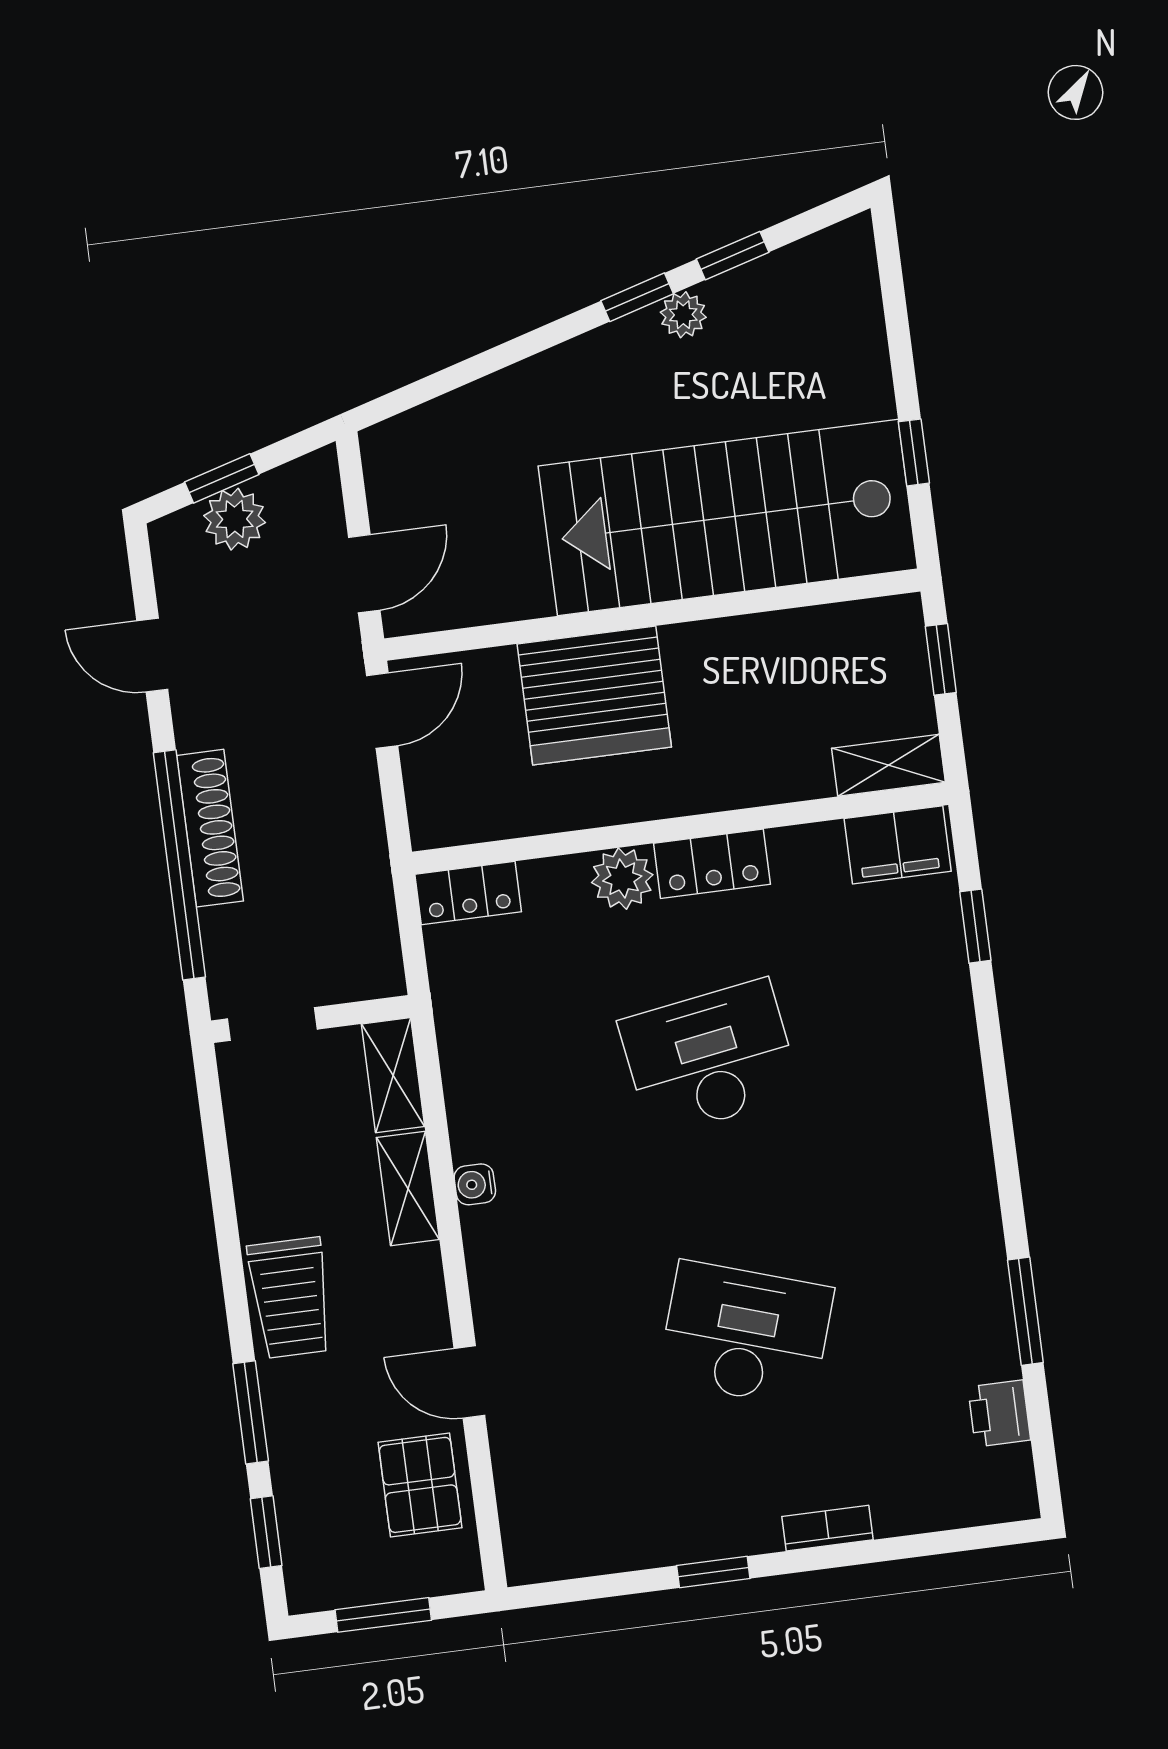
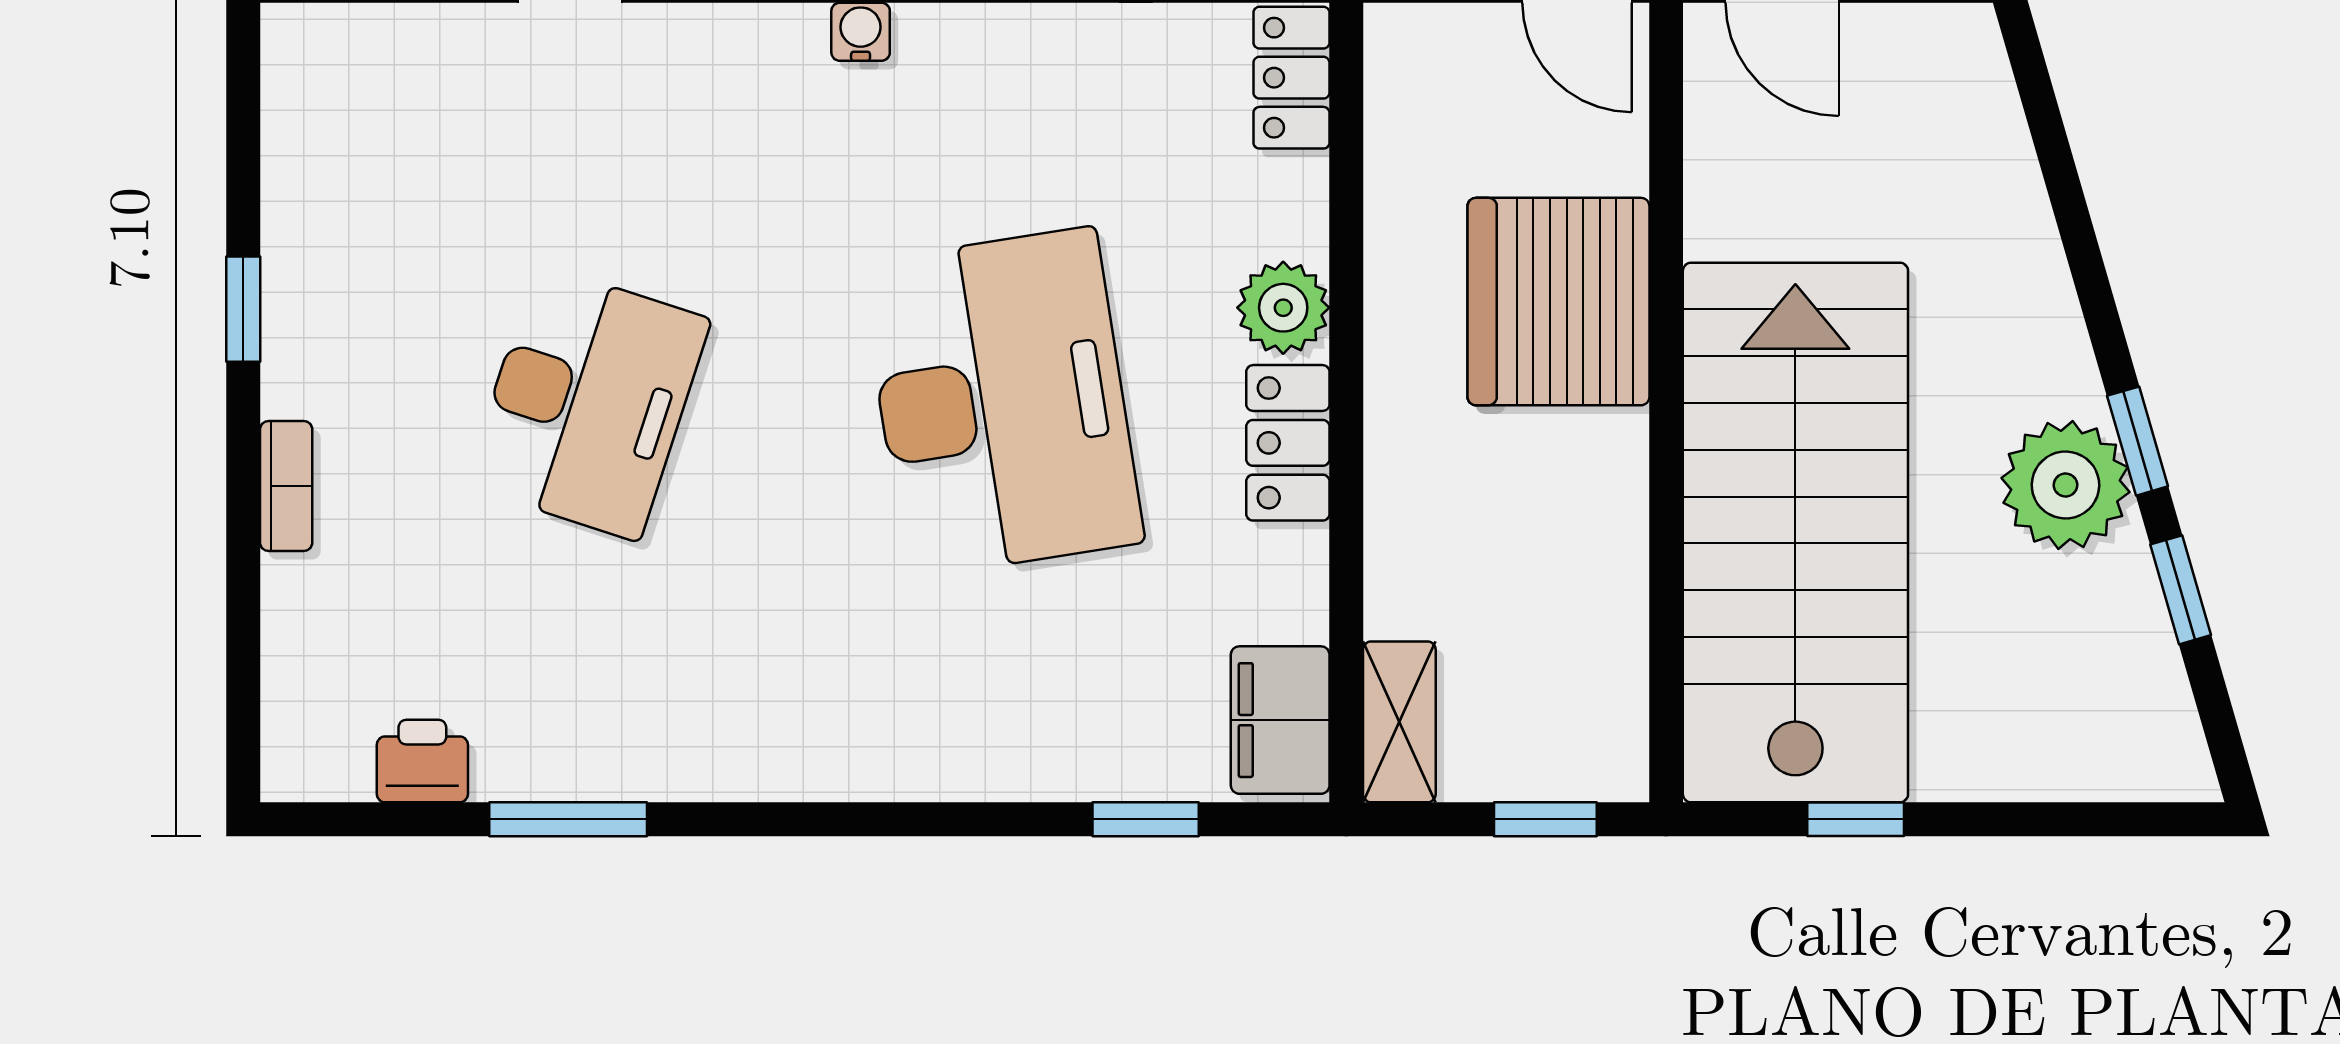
plant: (683, 315) -> (2065, 485), width x1.88, depth x1.88
desk: (710, 1058) -> (1002, 403), width x1.36, depth x1.30

